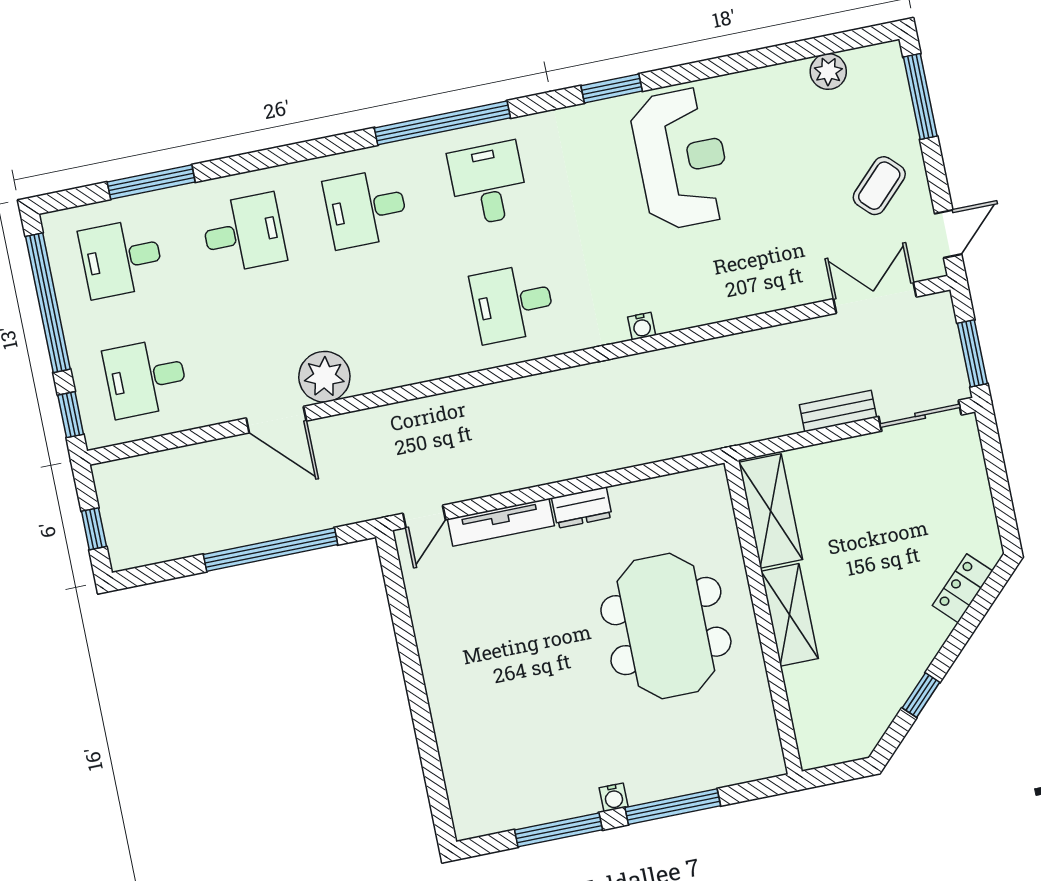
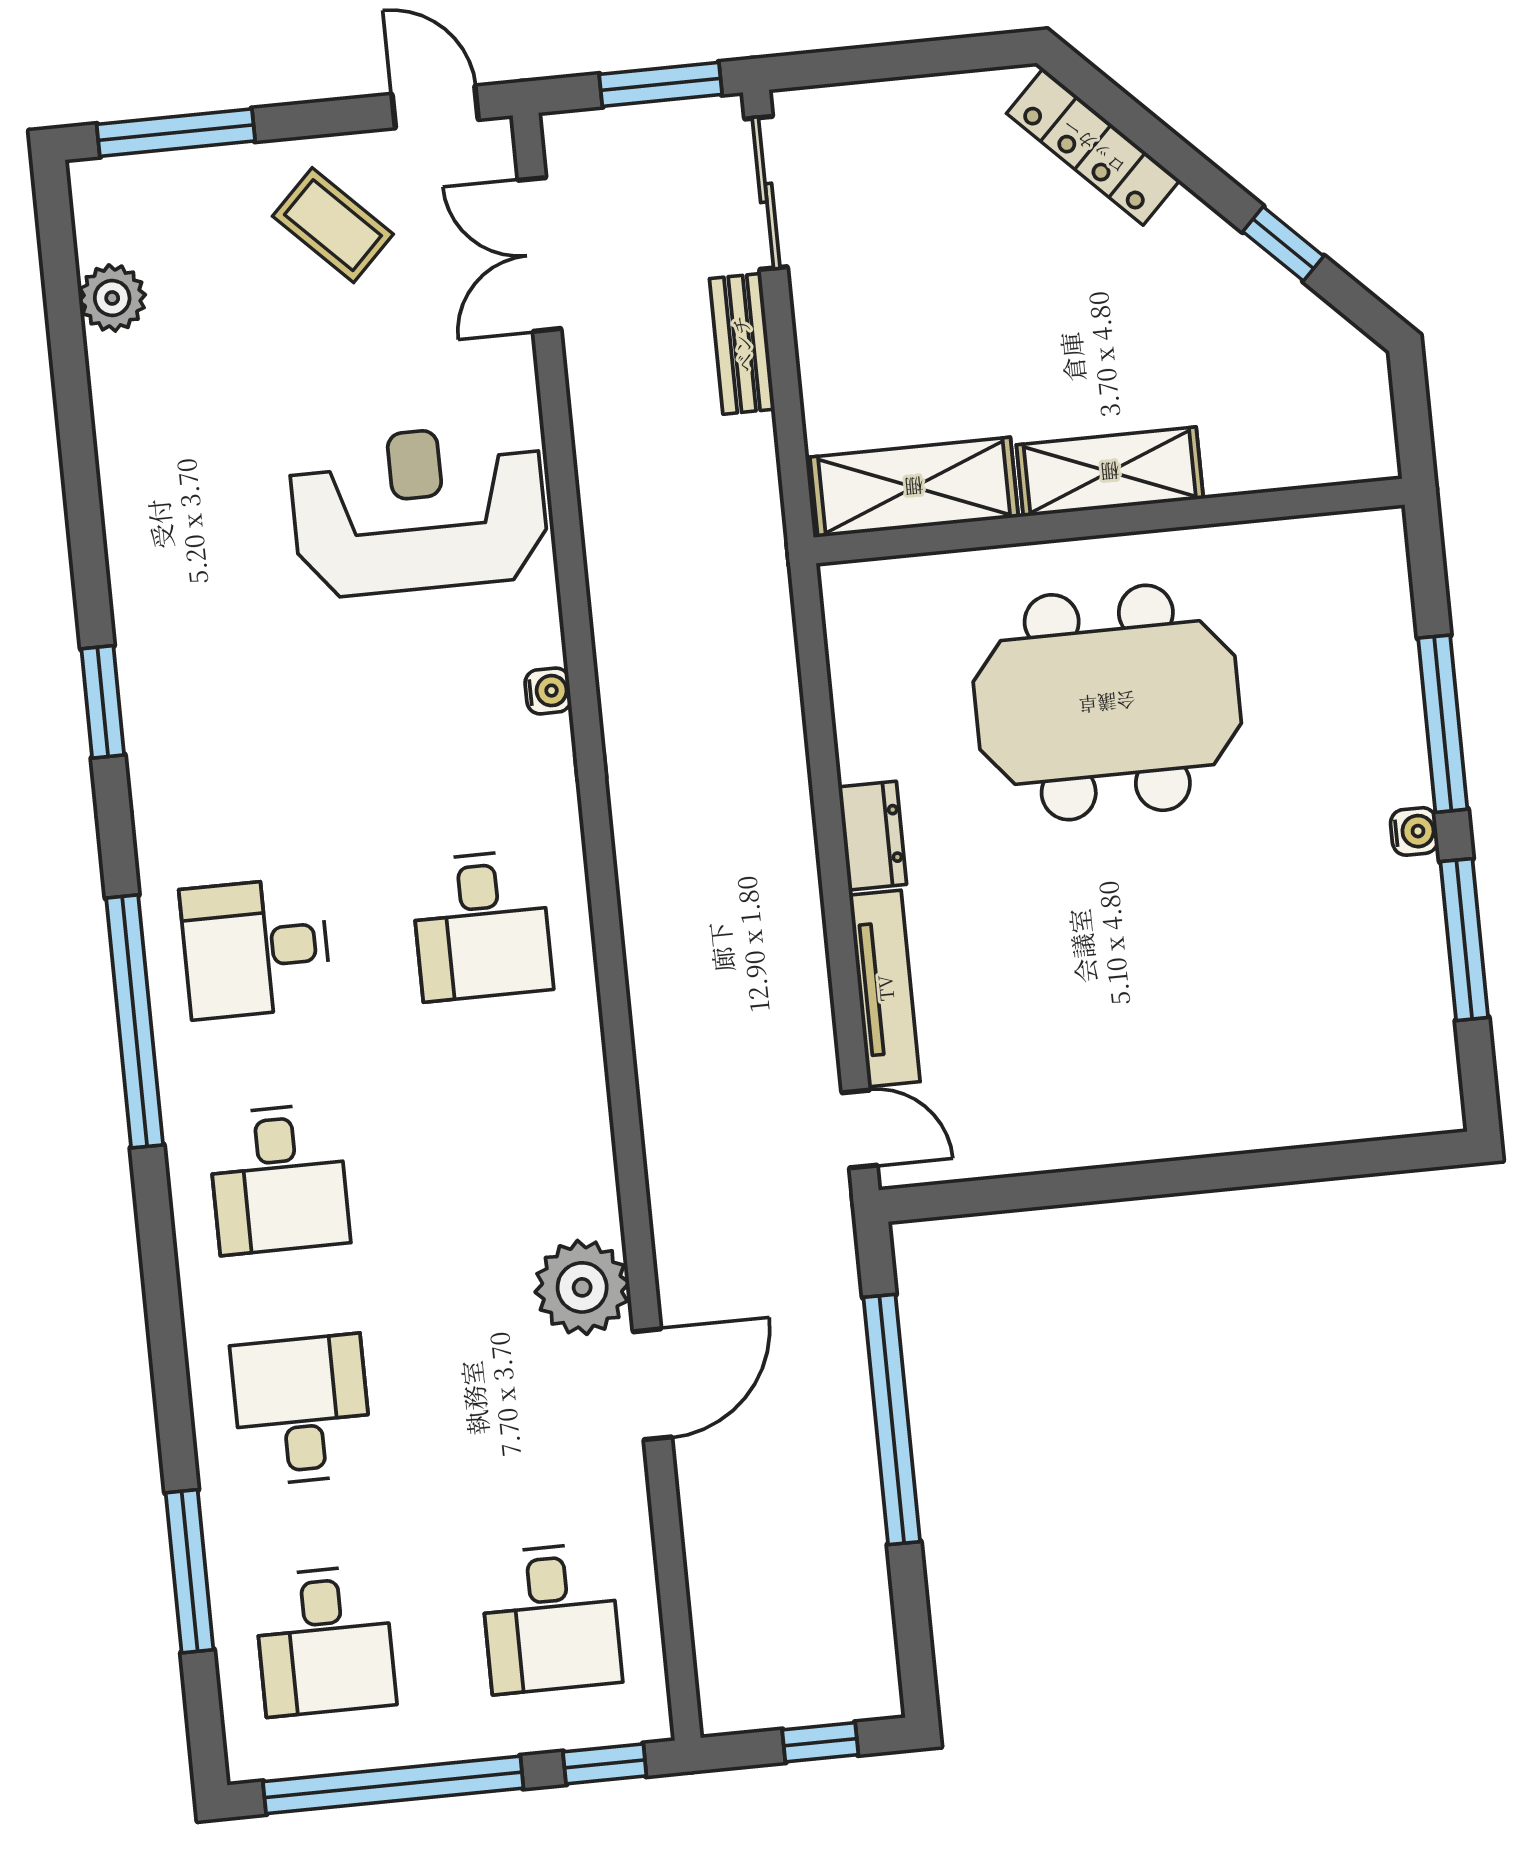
reception desk: (682, 159) -> (419, 510), moved
locker: (963, 588) -> (1093, 147), width x1.53

